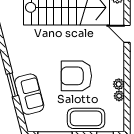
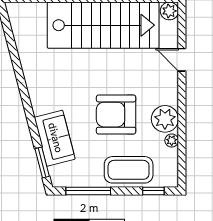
plant: (119, 84) -> (165, 119), width x1.88, depth x1.88
window: (12, 85) -> (42, 162), moved

